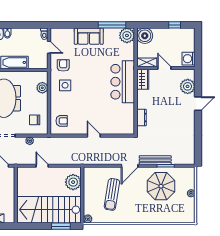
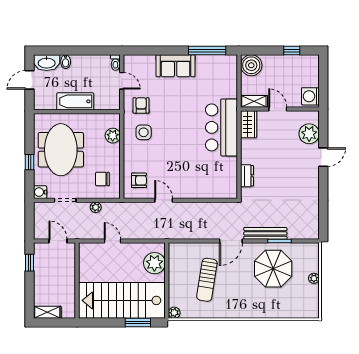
plant: (127, 35) -> (227, 65), removed
door: (94, 136) -> (164, 200), moved

